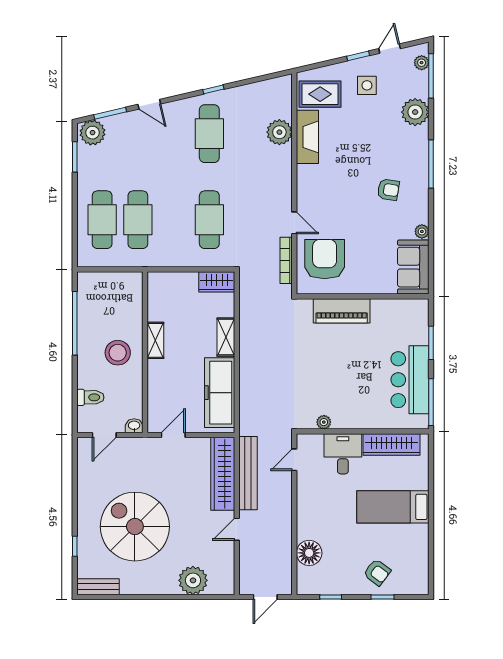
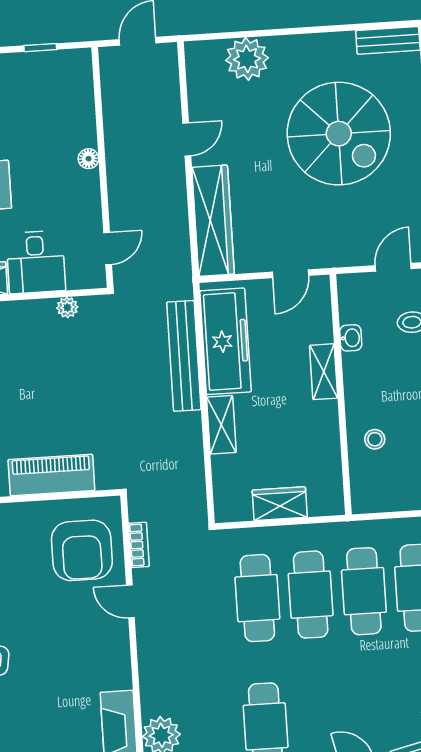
cafe table: (174, 220) -> (311, 595), added
bookcase: (286, 260) -> (139, 545), width x0.64
wardrobe: (217, 282) -> (280, 504), moved
shelving: (155, 340) -> (324, 372), moved
stool: (118, 353) -> (375, 439), moved, width x0.53, depth x0.53
washbasin: (134, 426) -> (351, 338), moved, turned -90
bench: (248, 473) -> (184, 356), moved
floor lamp: (309, 553) -> (88, 159), moved, width x0.53, depth x0.53

